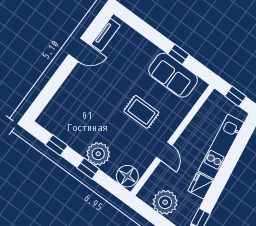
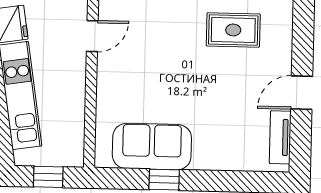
rug: (141, 112) -> (233, 30), moved
door: (164, 151) -> (92, 36), swing flipped

